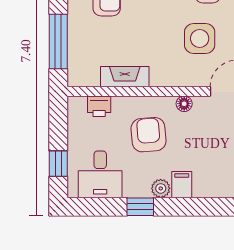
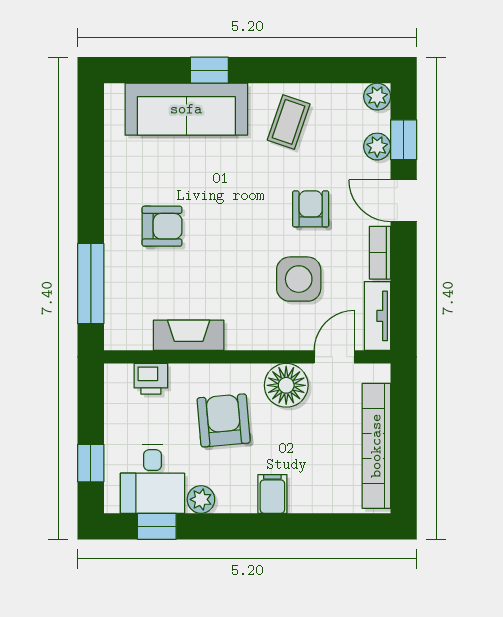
floor lamp: (184, 104) -> (286, 385), width x1.89, depth x1.89
plant: (161, 188) -> (201, 499), moved
window: (140, 207) -> (157, 526), moved

